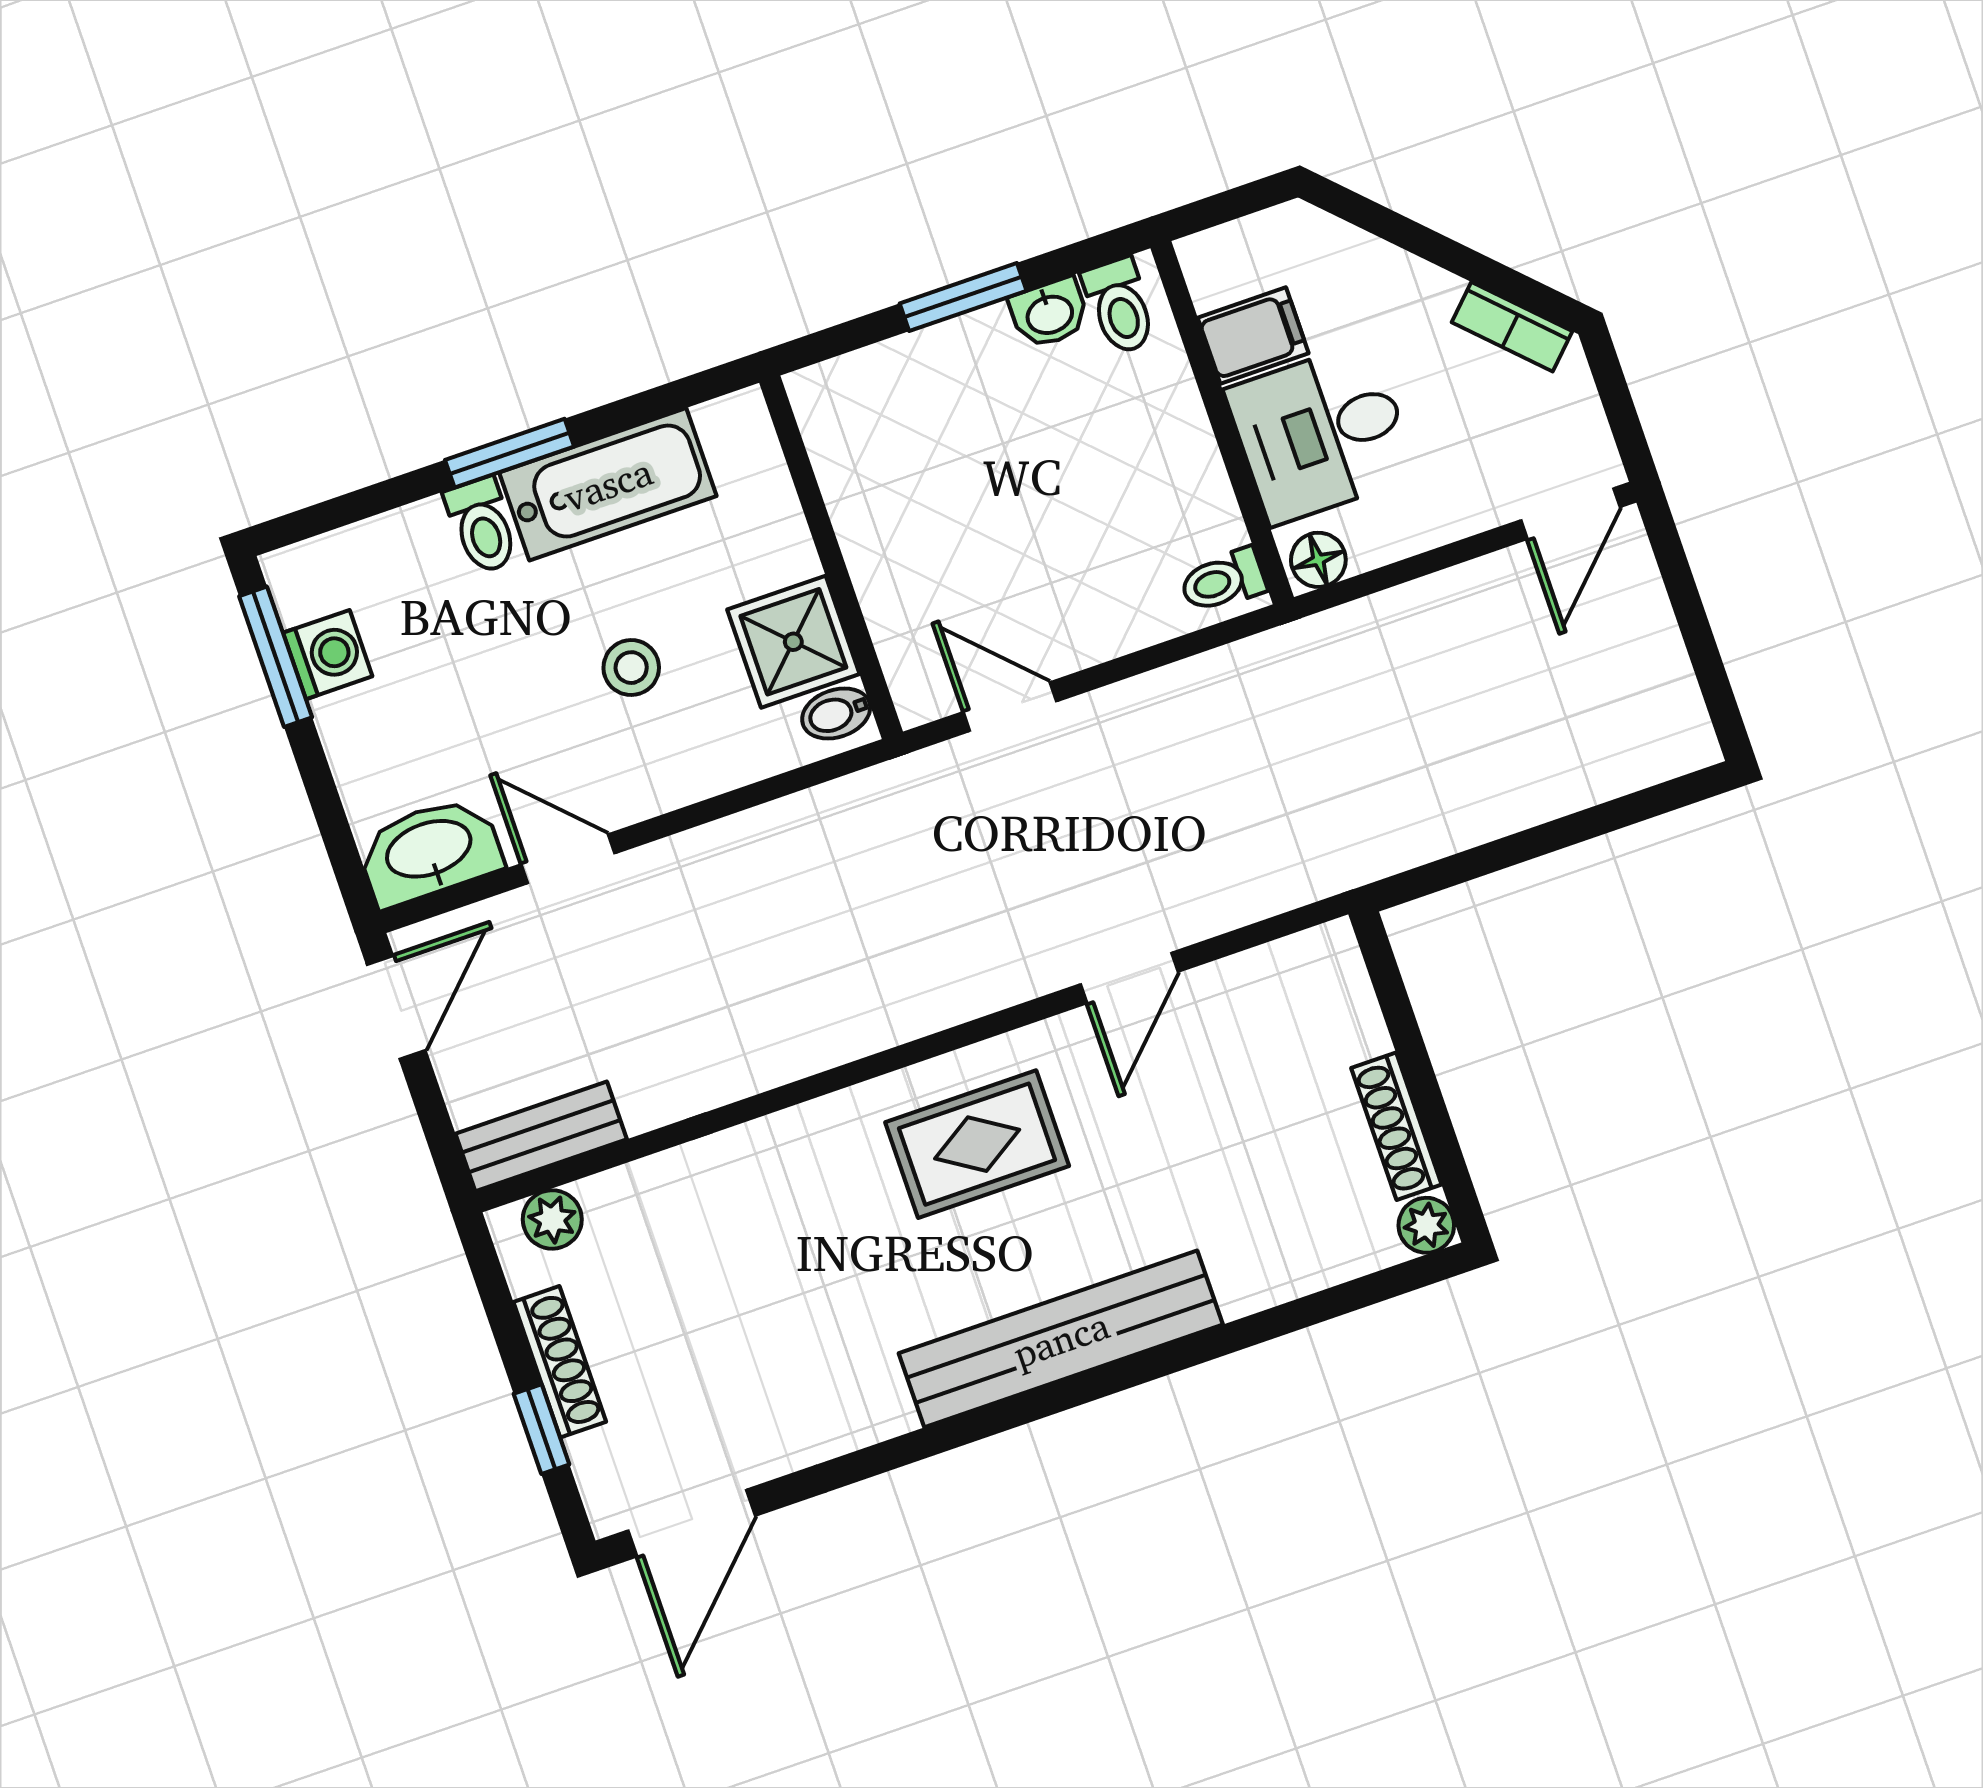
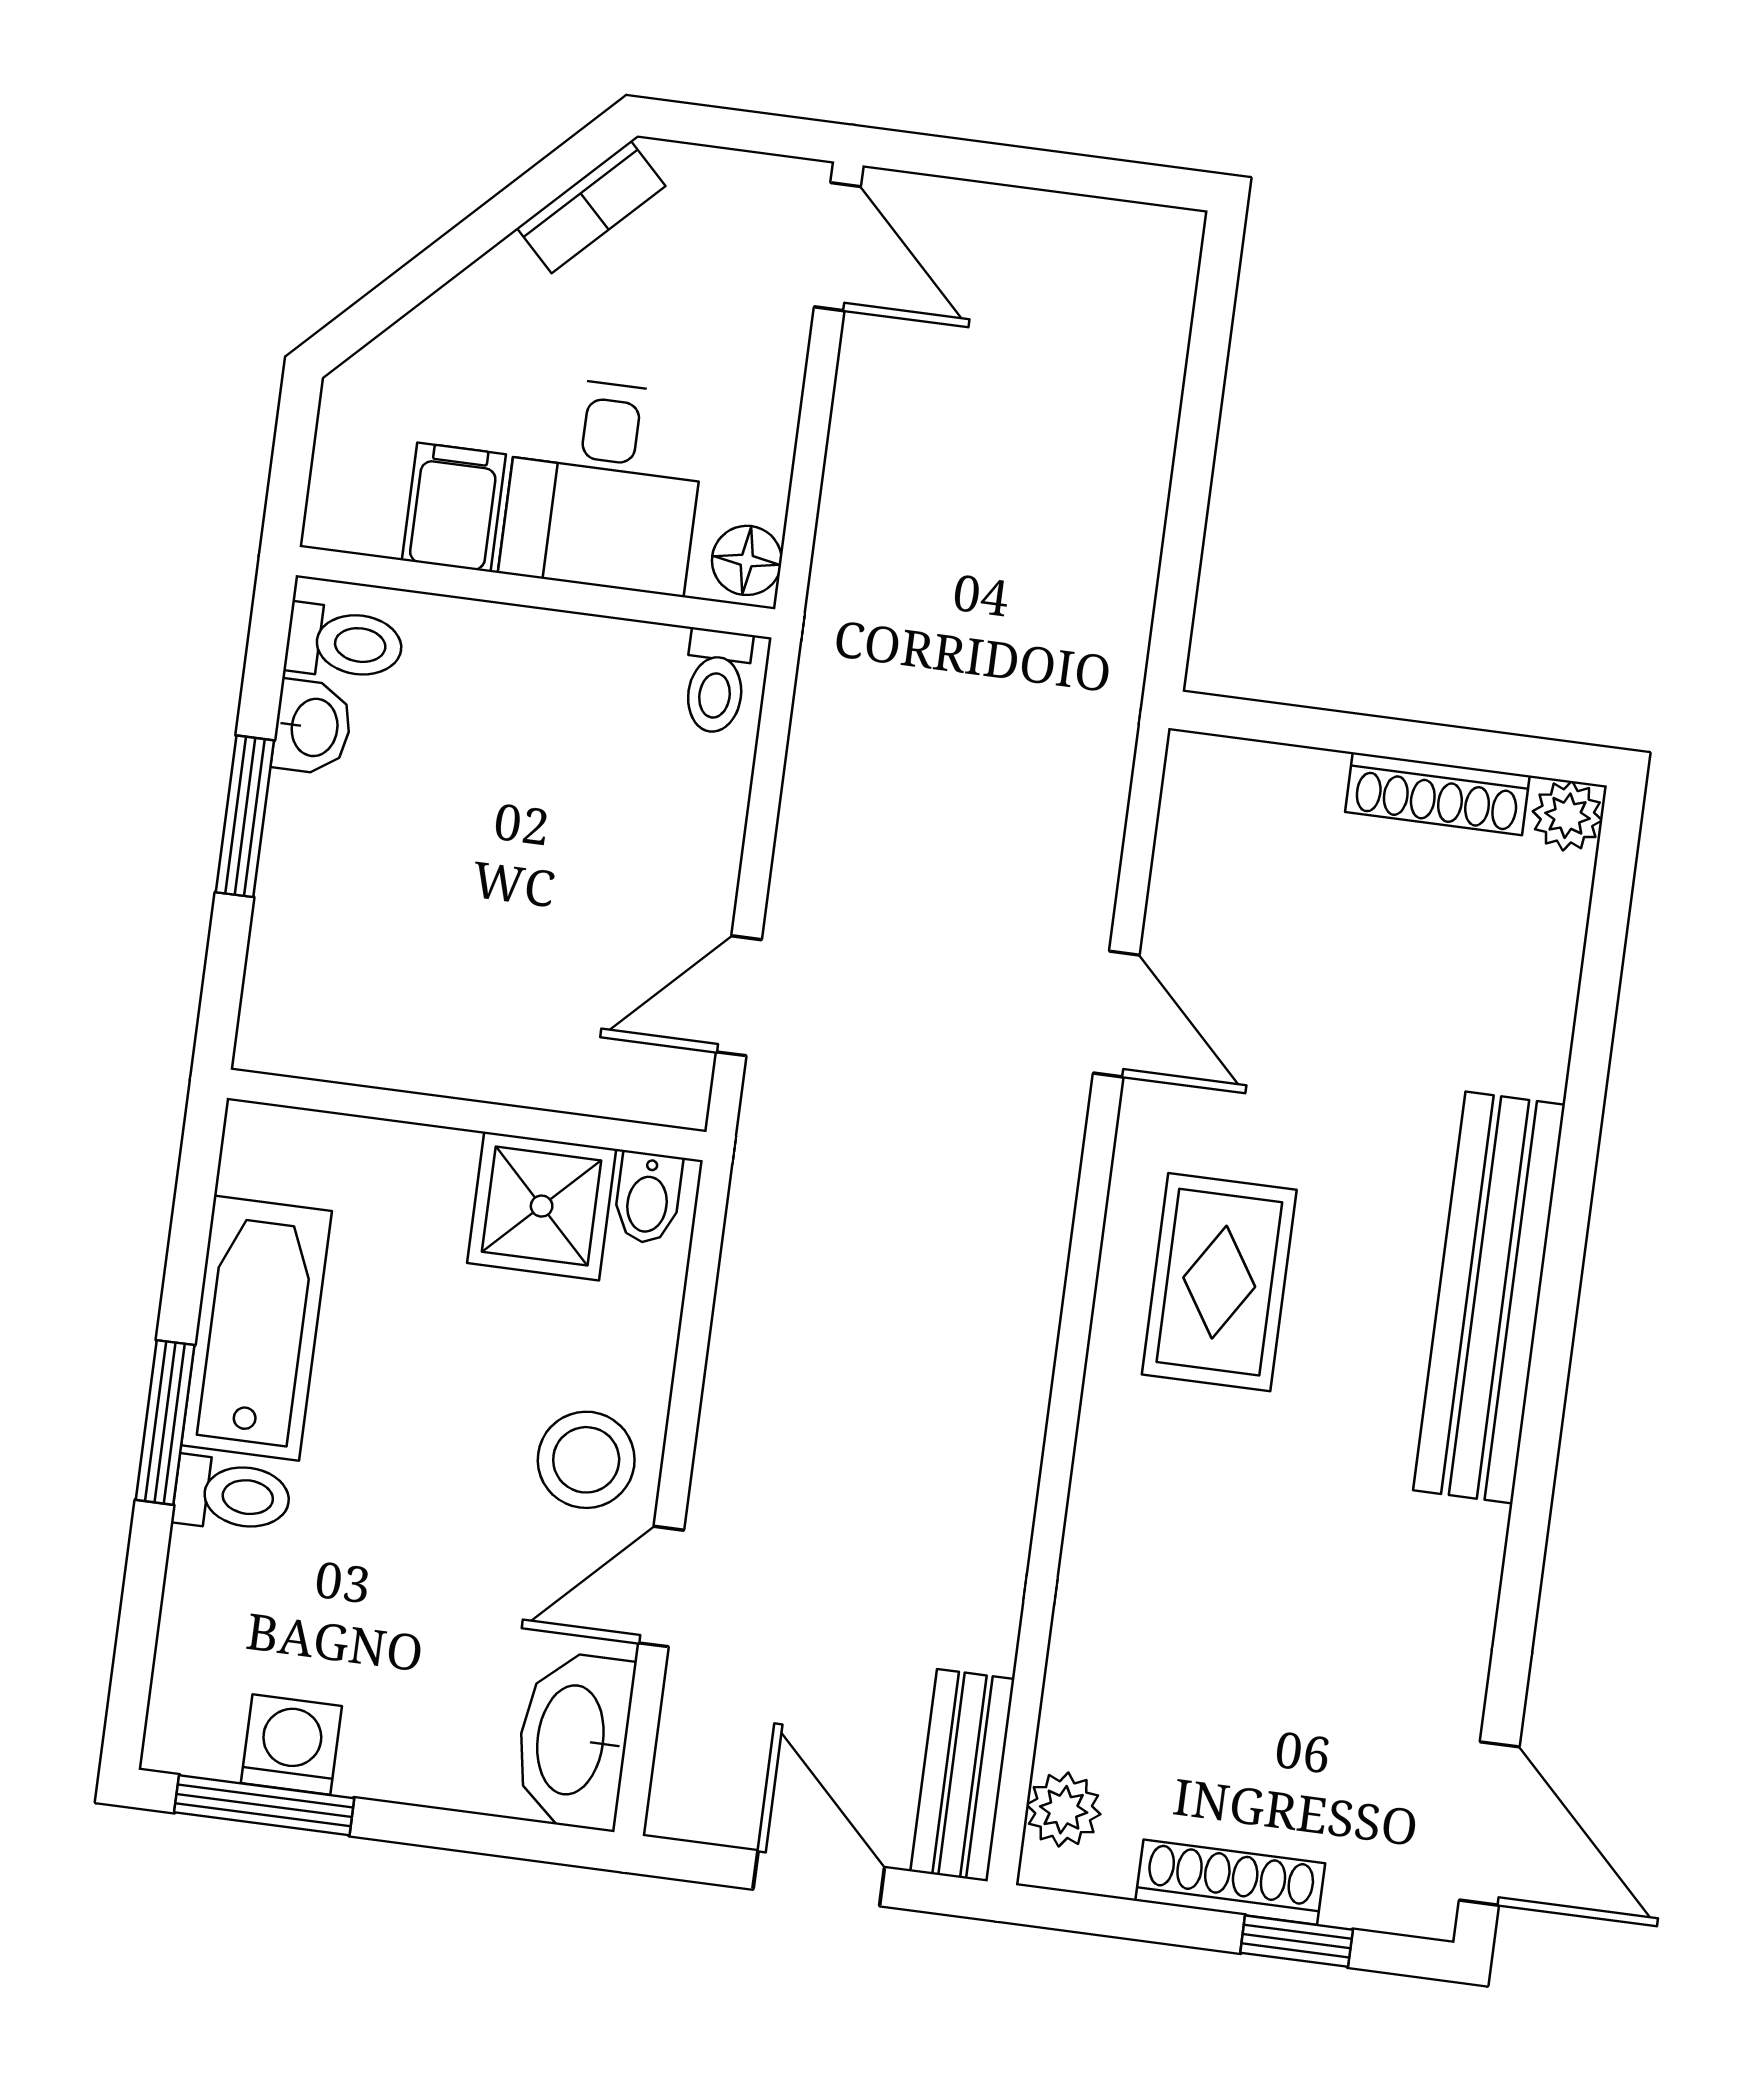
stool: (631, 668) -> (586, 1460), moved, width x1.37, depth x1.37
door: (396, 1007) -> (819, 1878), moved

